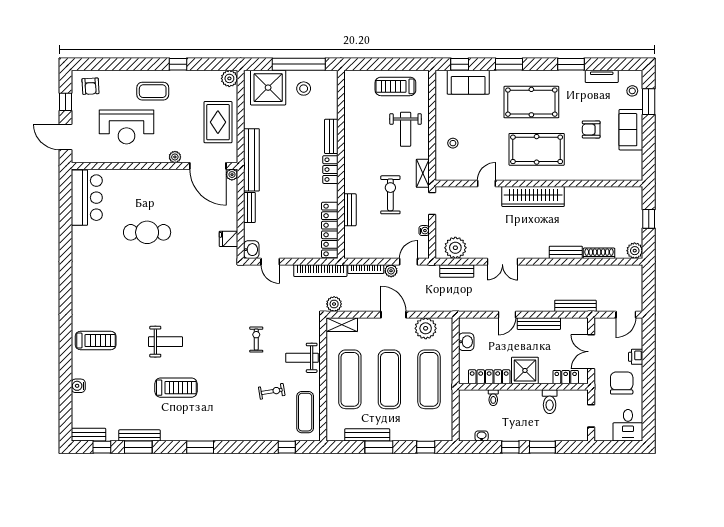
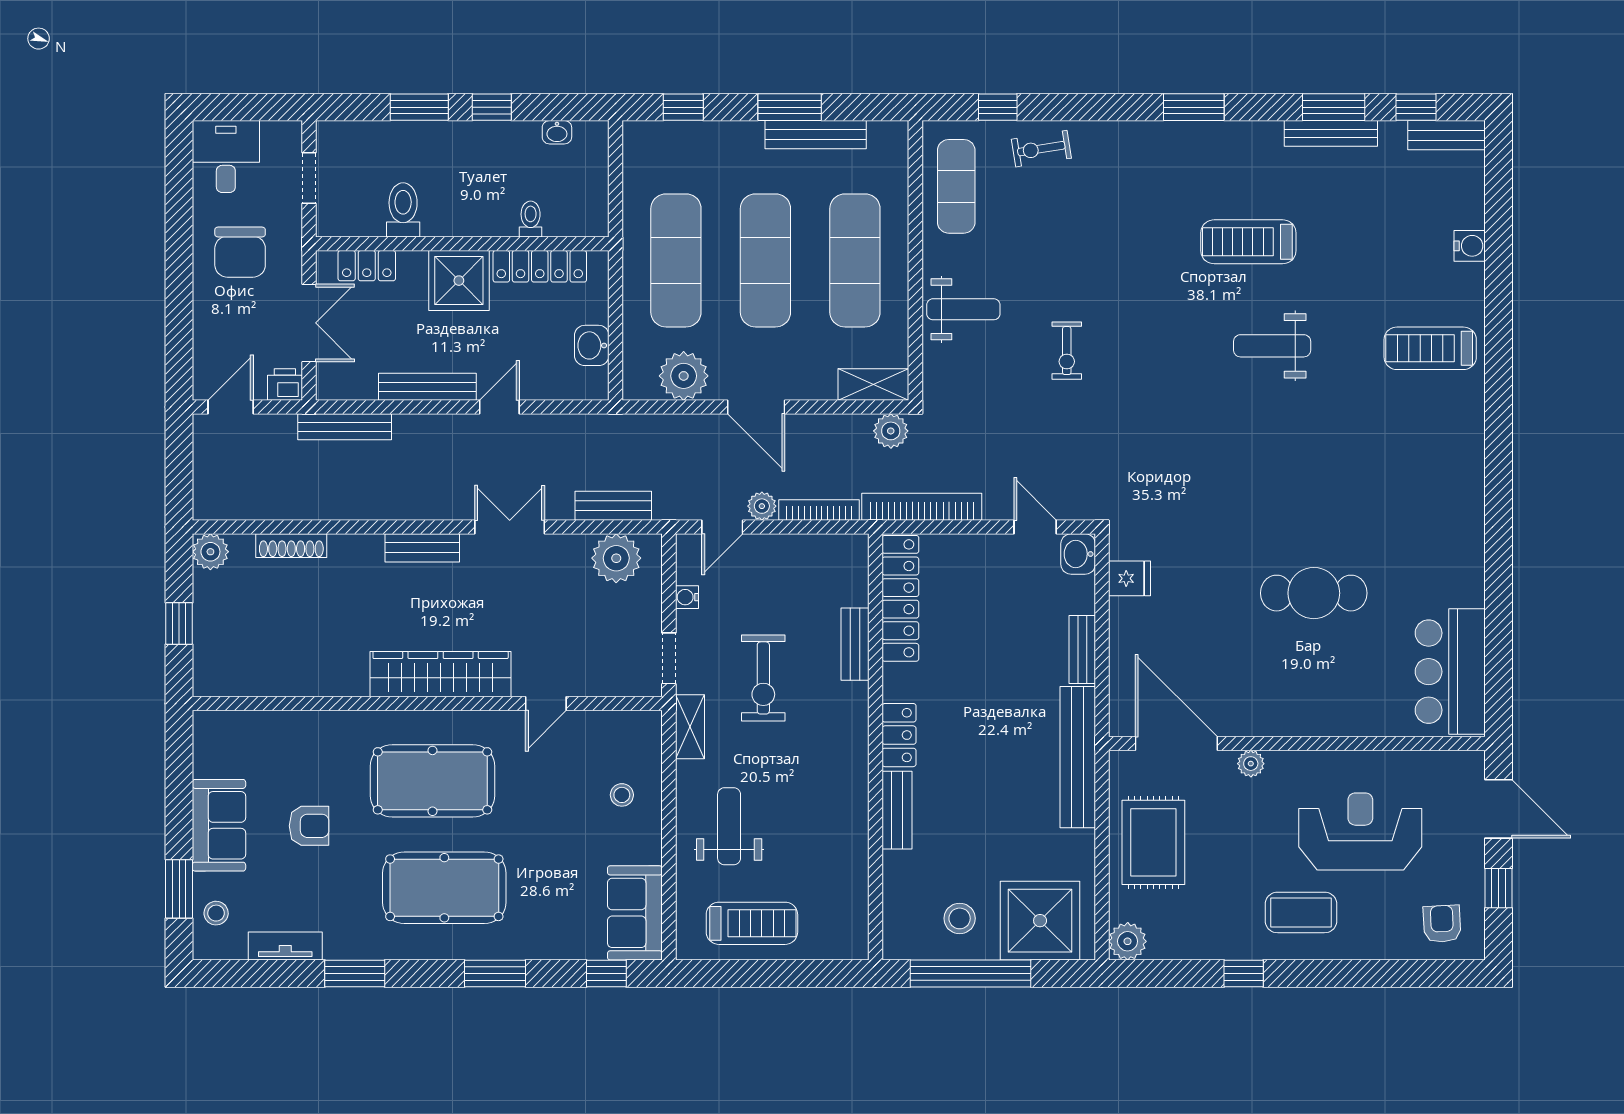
sofa: (468, 82) -> (635, 913), moved, turned -90
plant: (232, 175) -> (1122, 724), removed
bench: (566, 252) -> (422, 548), moved
printer: (636, 357) -> (285, 385), moved, turned -90
exercise bike: (272, 391) -> (1041, 149), moved

